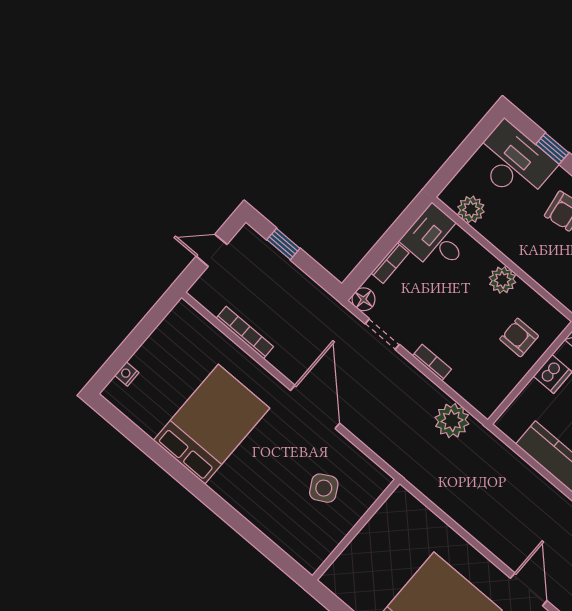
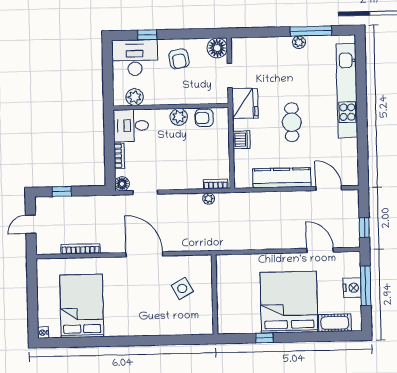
armchair: (519, 337) -> (204, 118), moved
bookcase: (432, 363) -> (216, 184), moved
nightstand: (127, 374) -> (43, 333), moved
plant: (452, 421) -> (209, 199), width x0.53, depth x0.53
bed: (211, 424) -> (82, 306), moved

